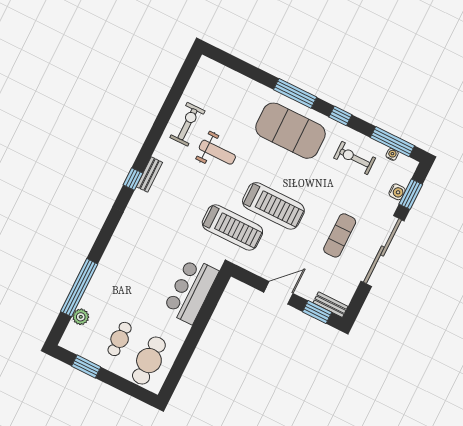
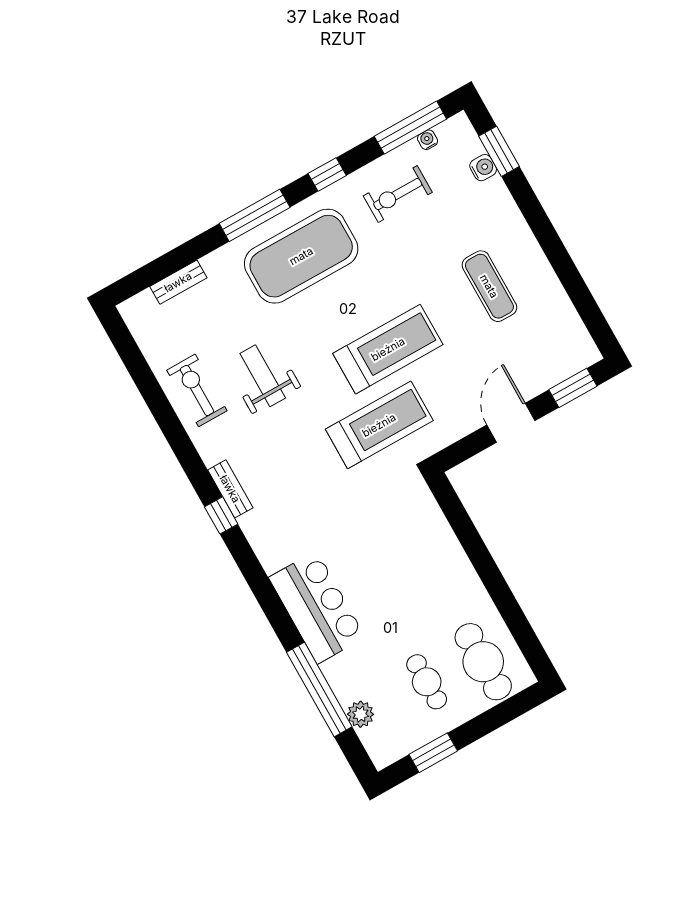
weight bench: (217, 152) -> (263, 376), turned -90
sliding door: (383, 251) -> (550, 242), removed
bar counter: (191, 291) -> (317, 607), moved, turned 180
bench: (330, 305) -> (178, 282), moved

